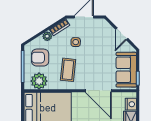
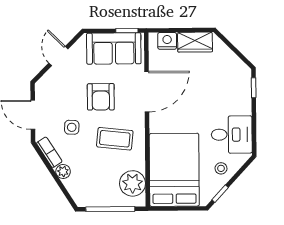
door: (122, 34) -> (58, 56), swing flipped
armchair: (40, 58) -> (101, 97), moved

